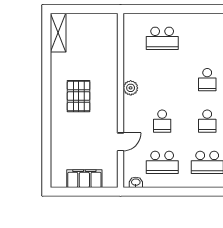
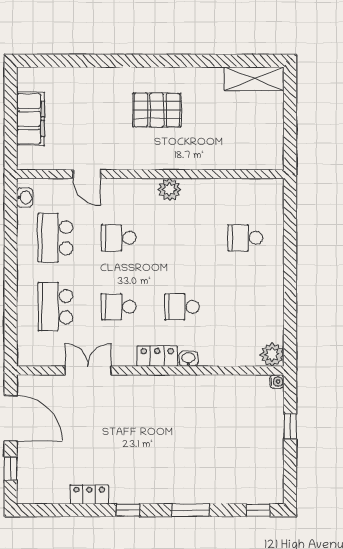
school desk: (162, 38) -> (245, 238), width x0.54

